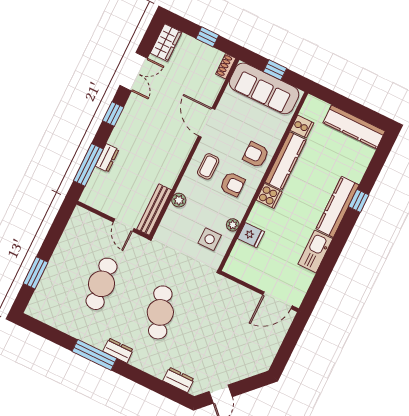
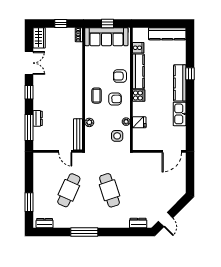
door: (207, 123) -> (84, 72), removed
cafe table: (101, 284) -> (69, 190), turned 30
dresser: (118, 351) -> (45, 223), moved

